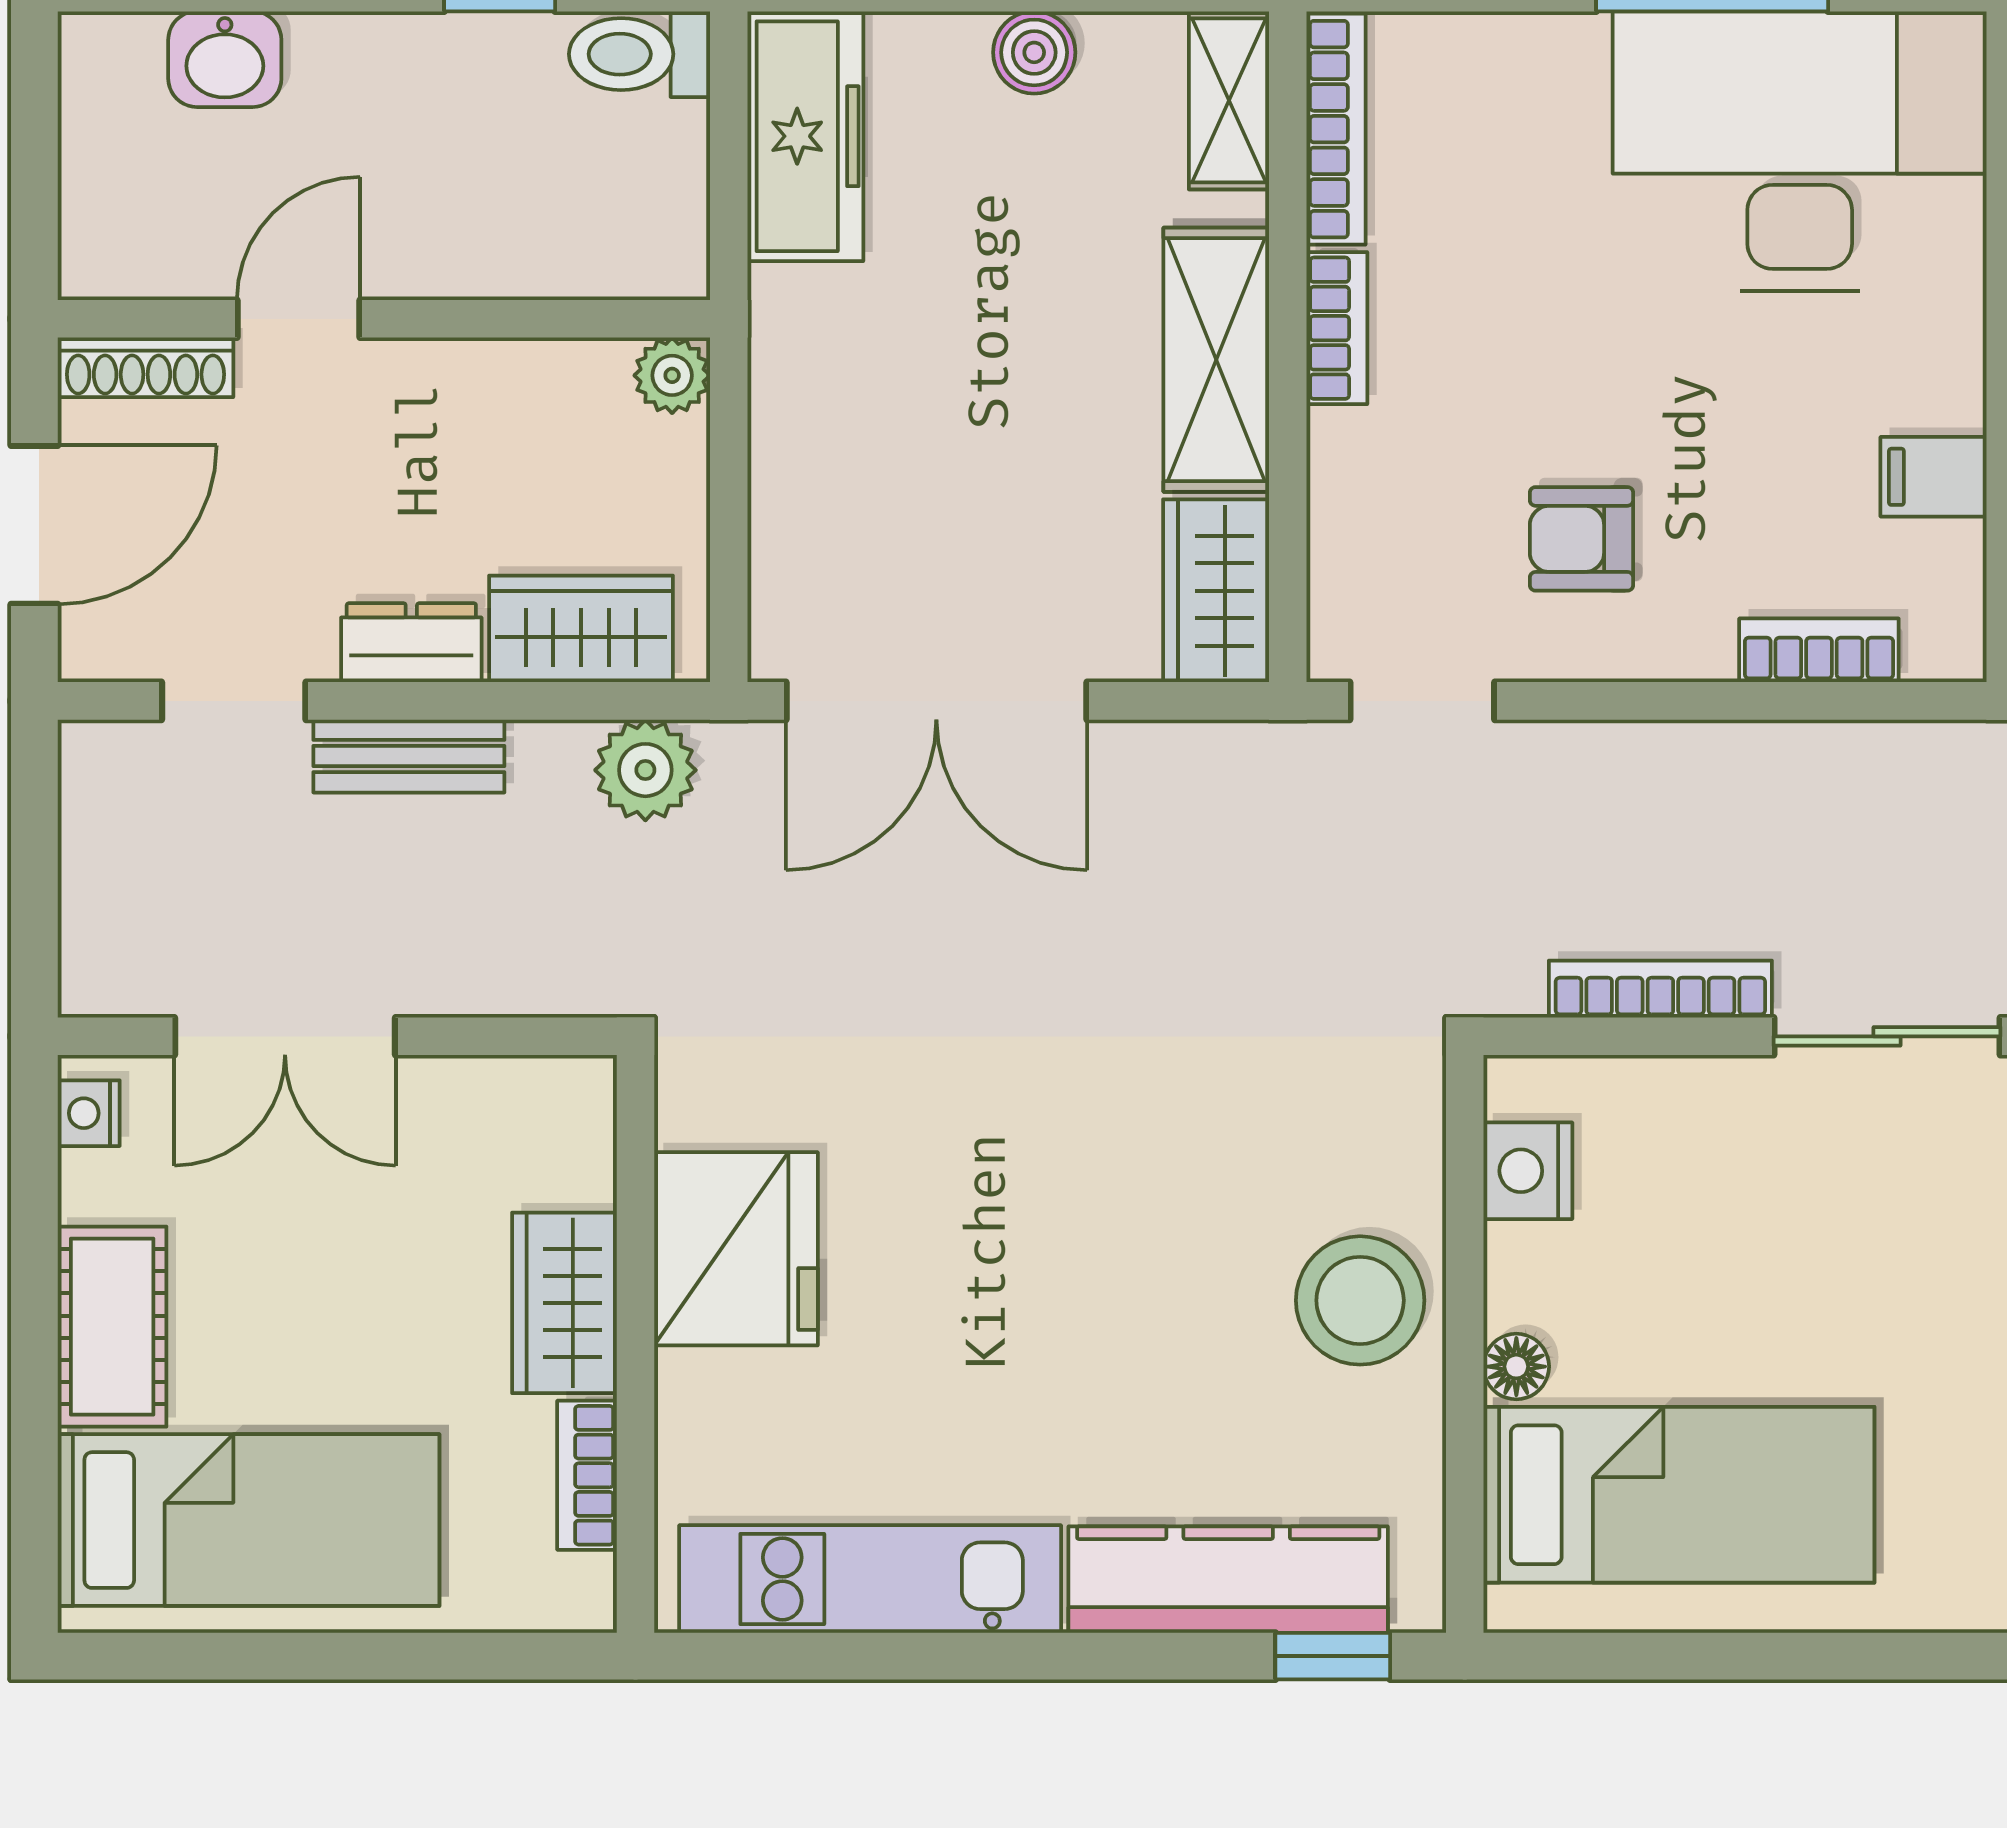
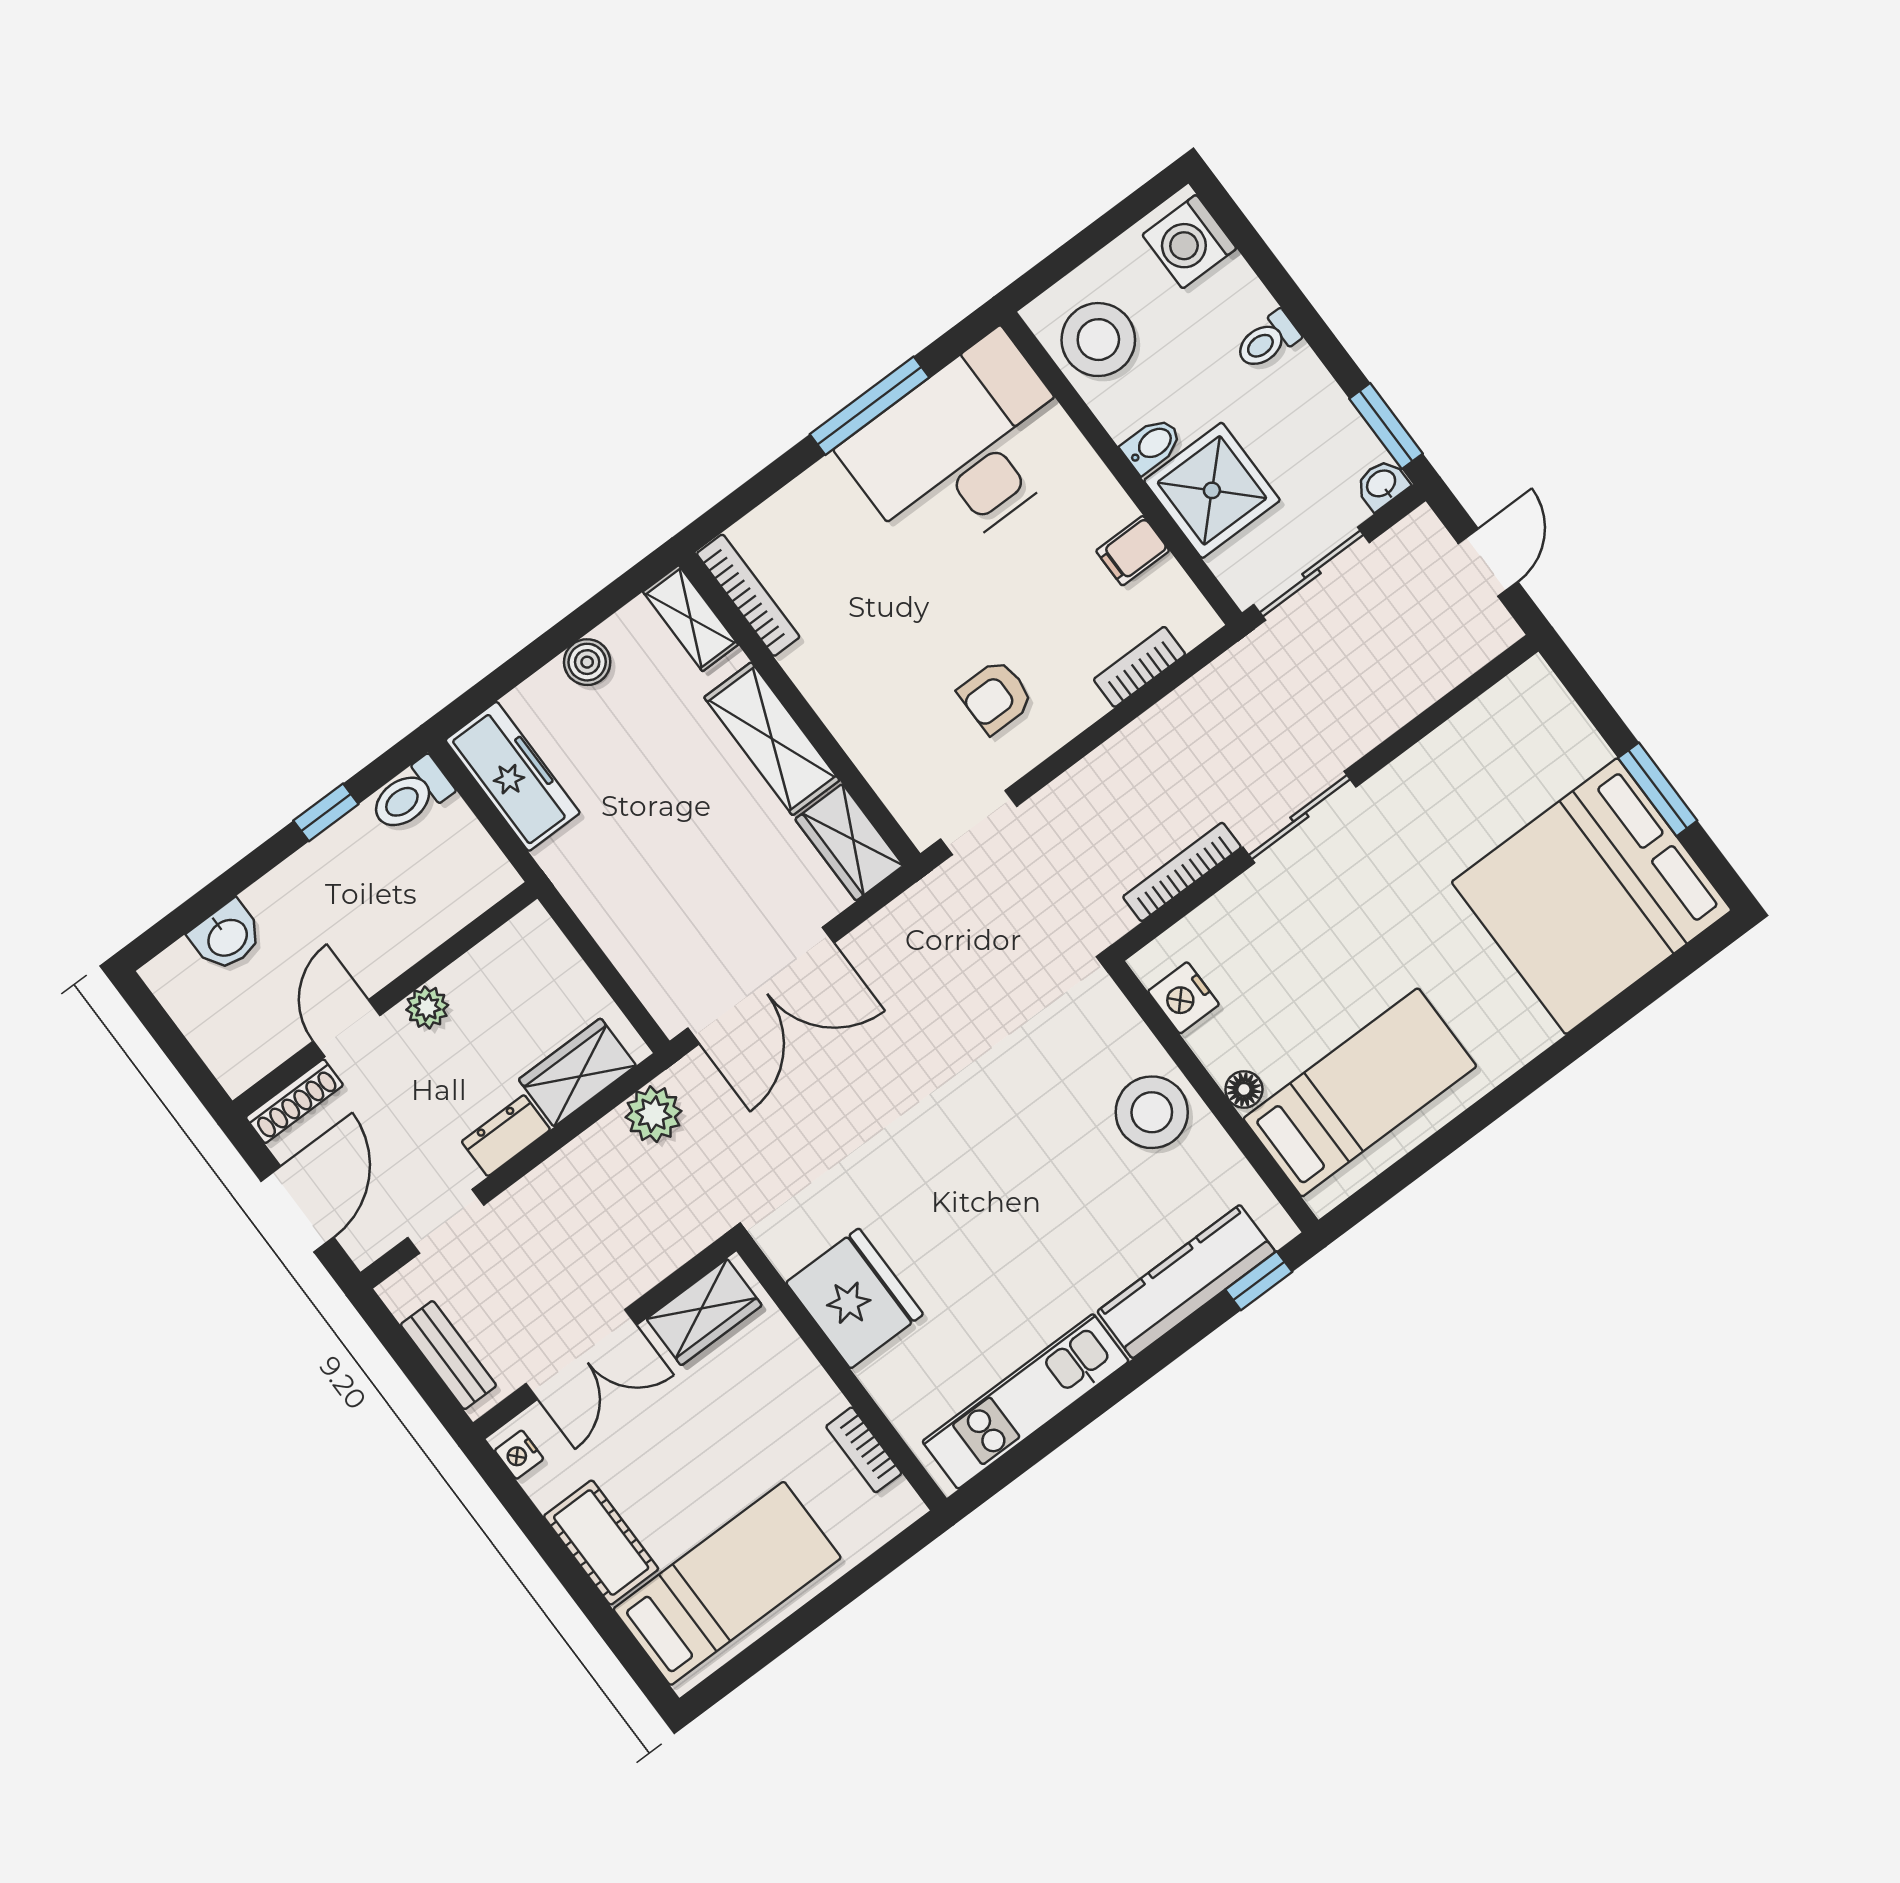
bookcase: (1337, 328) -> (815, 684), removed
plant: (672, 375) -> (427, 1007), moved
bench: (409, 756) -> (448, 1355), moved, turned 90
wardrobe: (564, 1303) -> (704, 1312), moved, turned -90

